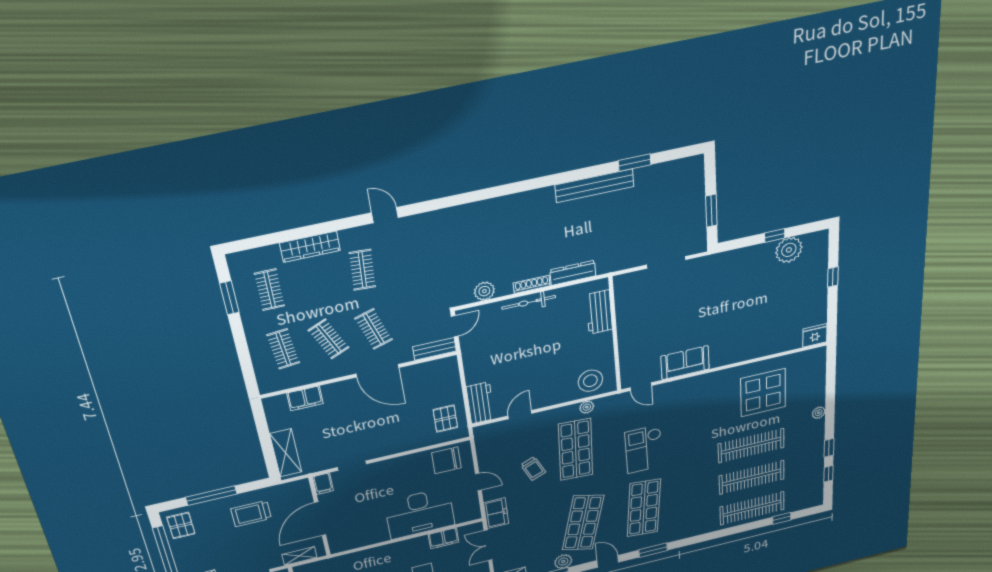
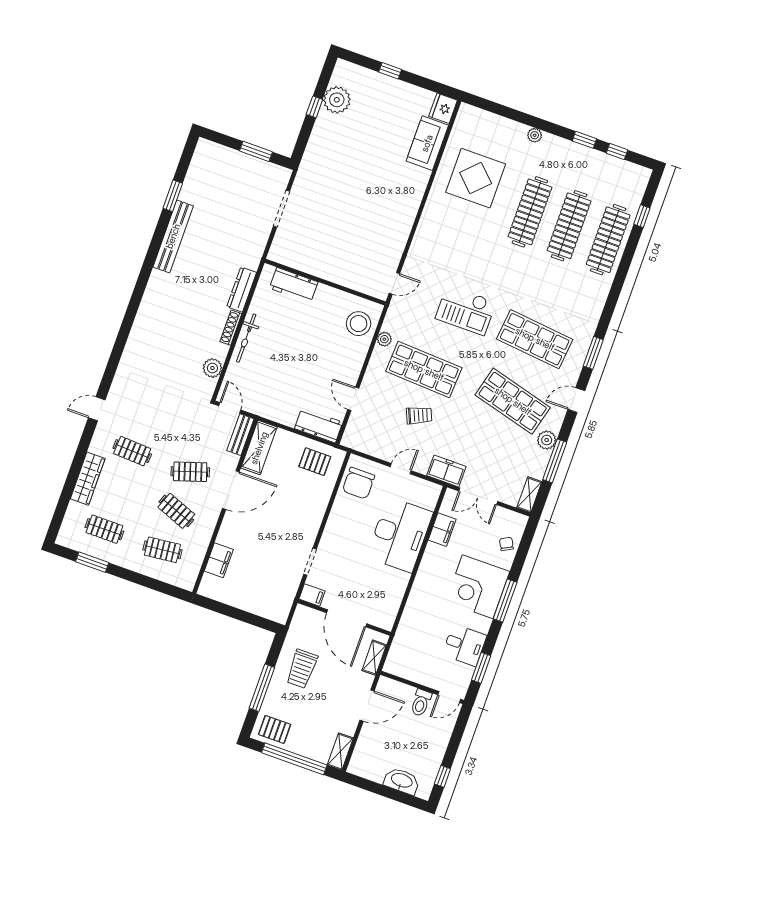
clothes rail: (329, 339) -> (176, 511), turned 45
sofa: (685, 363) -> (427, 143), moved
shelving: (286, 453) -> (259, 448), moved, turned 90

